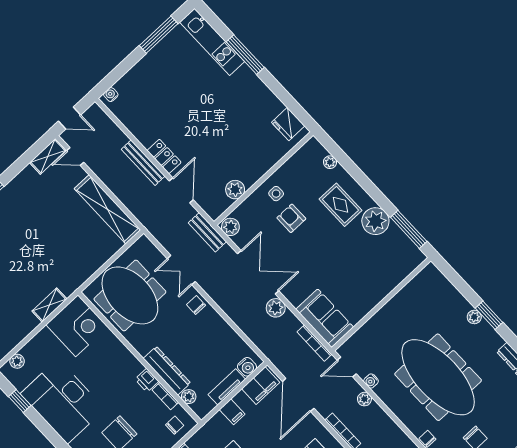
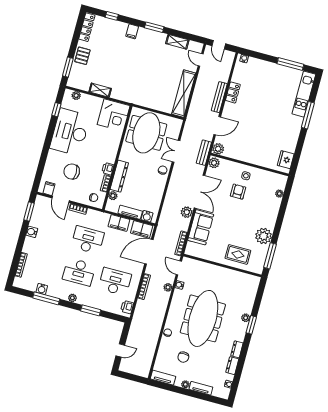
shelving: (48, 156) -> (177, 42), moved
locker: (164, 156) -> (233, 92), moved
plant: (235, 190) -> (218, 149), moved
rug: (340, 205) -> (238, 254), moved, turned 90
shelving: (49, 305) -> (100, 90), moved
sofa: (325, 318) -> (201, 227), moved
filing cabinet: (232, 412) -> (119, 223), width x2.00

